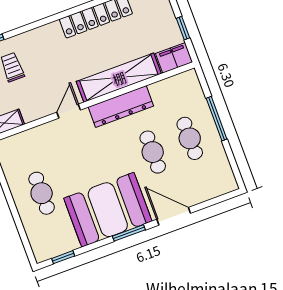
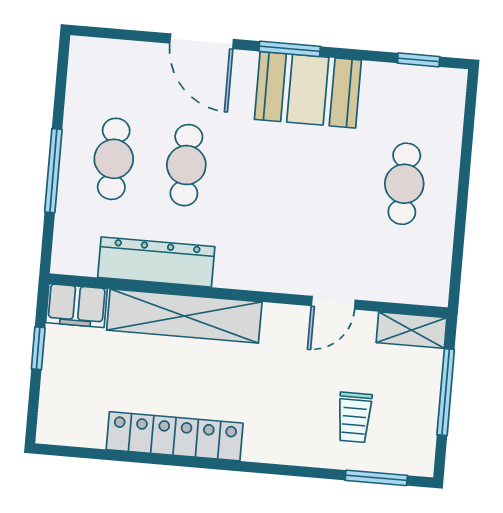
dresser: (121, 107) -> (156, 262), moved
door: (69, 111) -> (333, 303), moved
booth: (108, 210) -> (308, 90), width x0.73, depth x0.70

